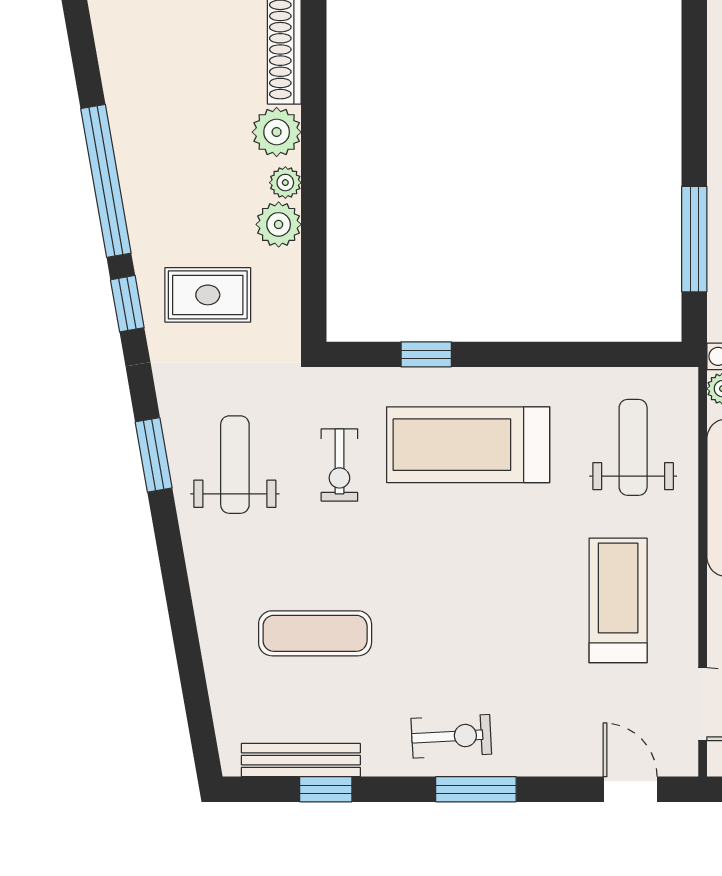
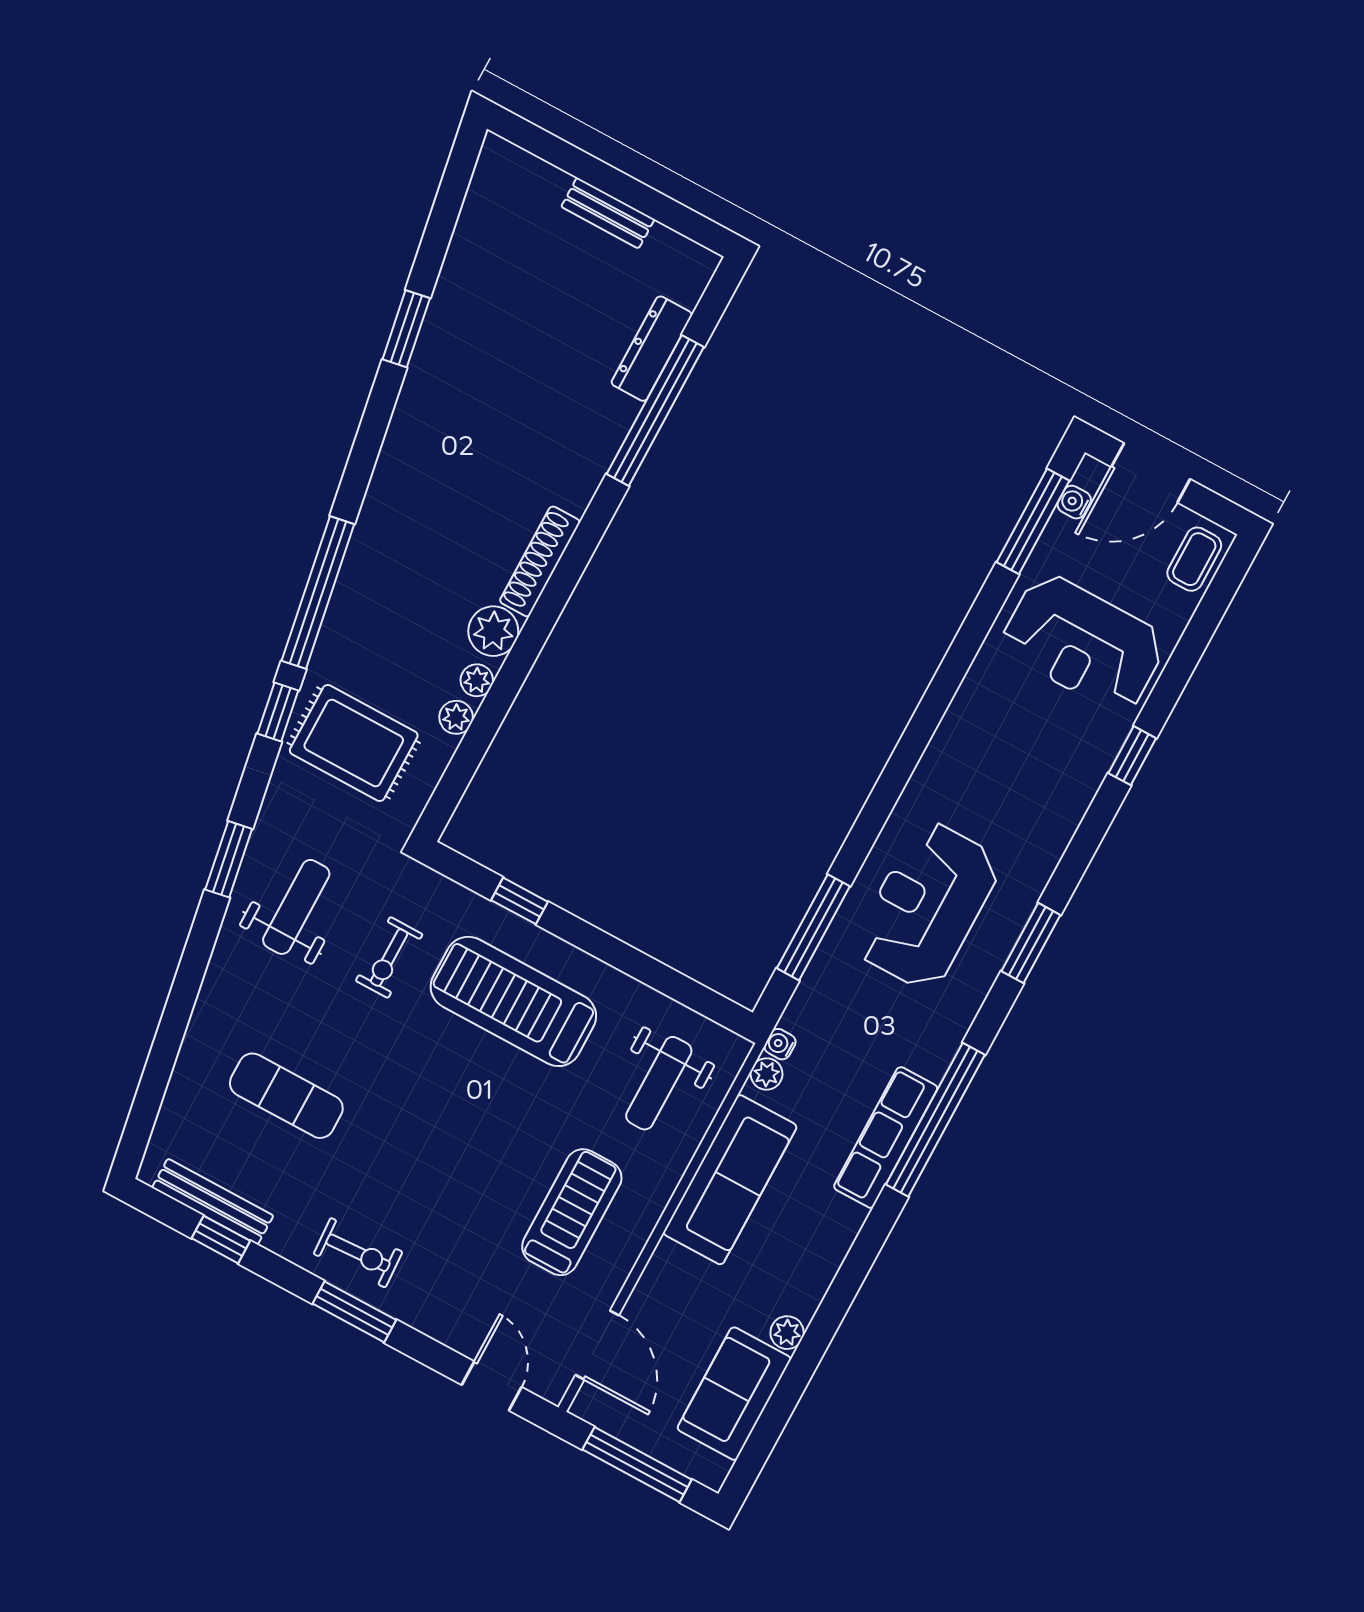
plant: (279, 224) -> (456, 717), width x0.73, depth x0.73
rug: (208, 295) -> (354, 743), width x1.36, depth x1.43
weight bench: (633, 447) -> (659, 1083), turned 180

